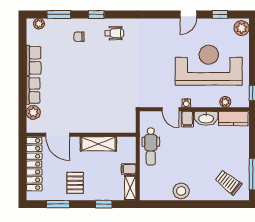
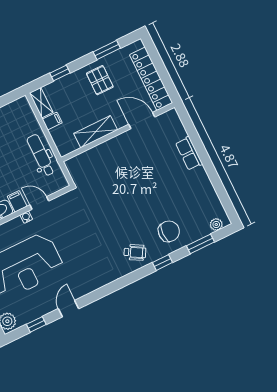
wheelchair: (114, 33) -> (135, 252), turned -151
chair: (79, 37) -> (169, 231), width x1.87, depth x1.87
row of seats: (34, 60) -> (203, 185), removed
plant: (33, 112) -> (178, 131), removed

